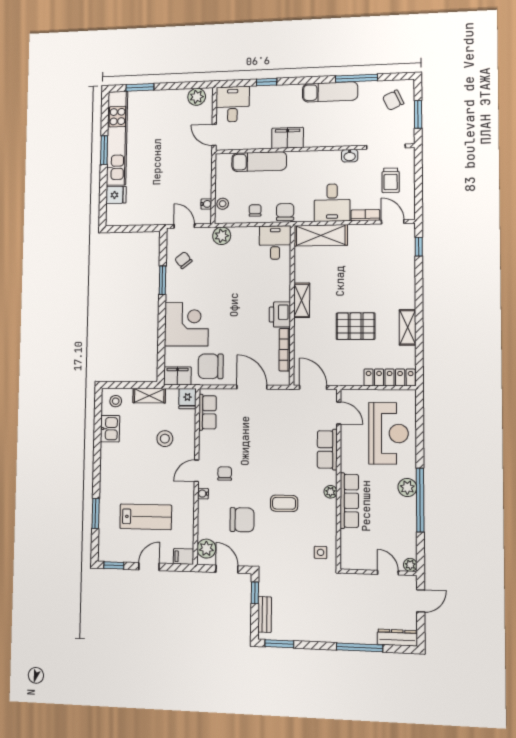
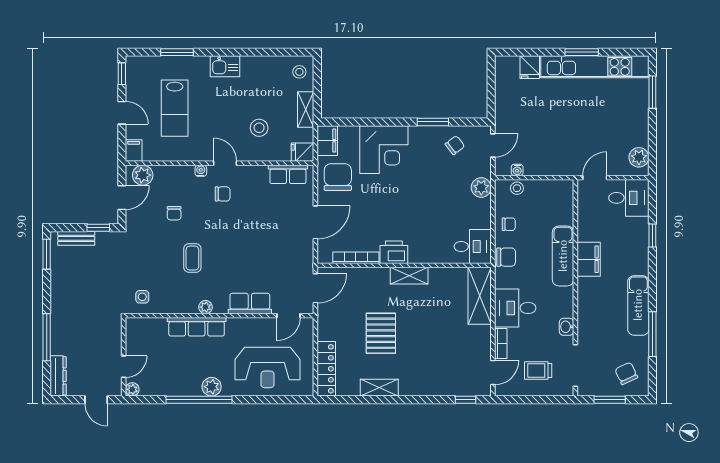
exam couch: (259, 162) -> (563, 256), moved
kitchen sink: (110, 429) -> (225, 66), moved
chair: (242, 520) -> (174, 213), width x0.54, depth x0.54

